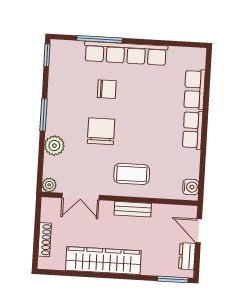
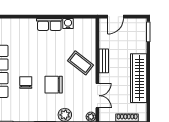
row of seats: (195, 89) -> (23, 25), removed
coffee table: (132, 174) -> (81, 63), turned -52
water cooler: (191, 187) -> (68, 24), moved
dresser: (187, 256) -> (133, 23), removed

